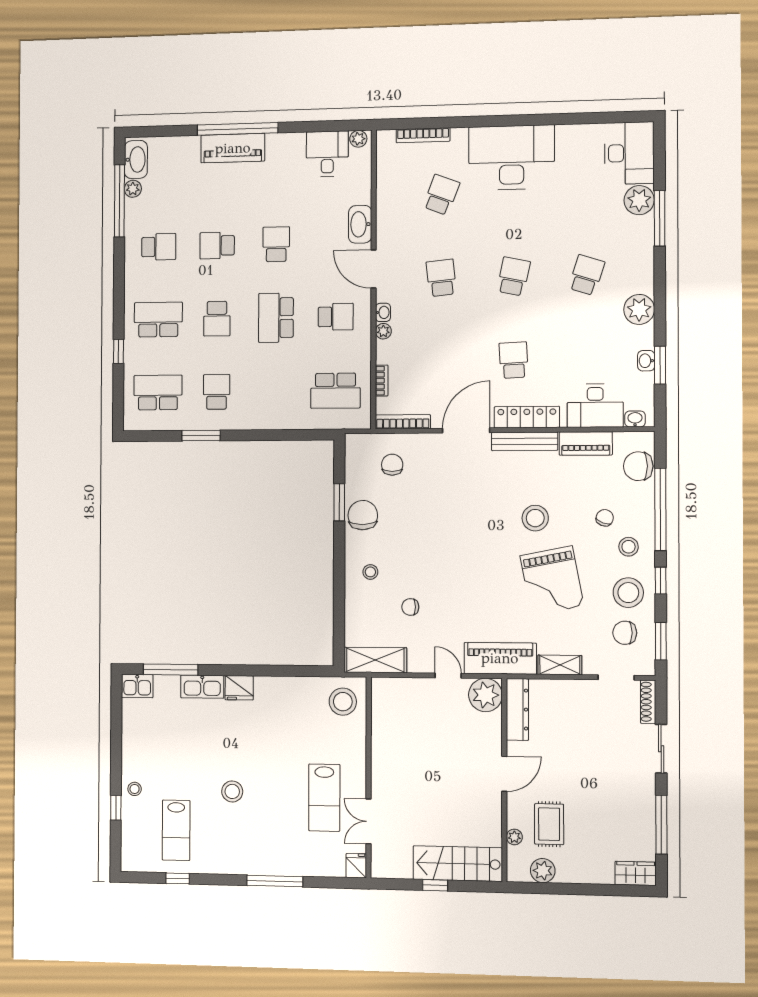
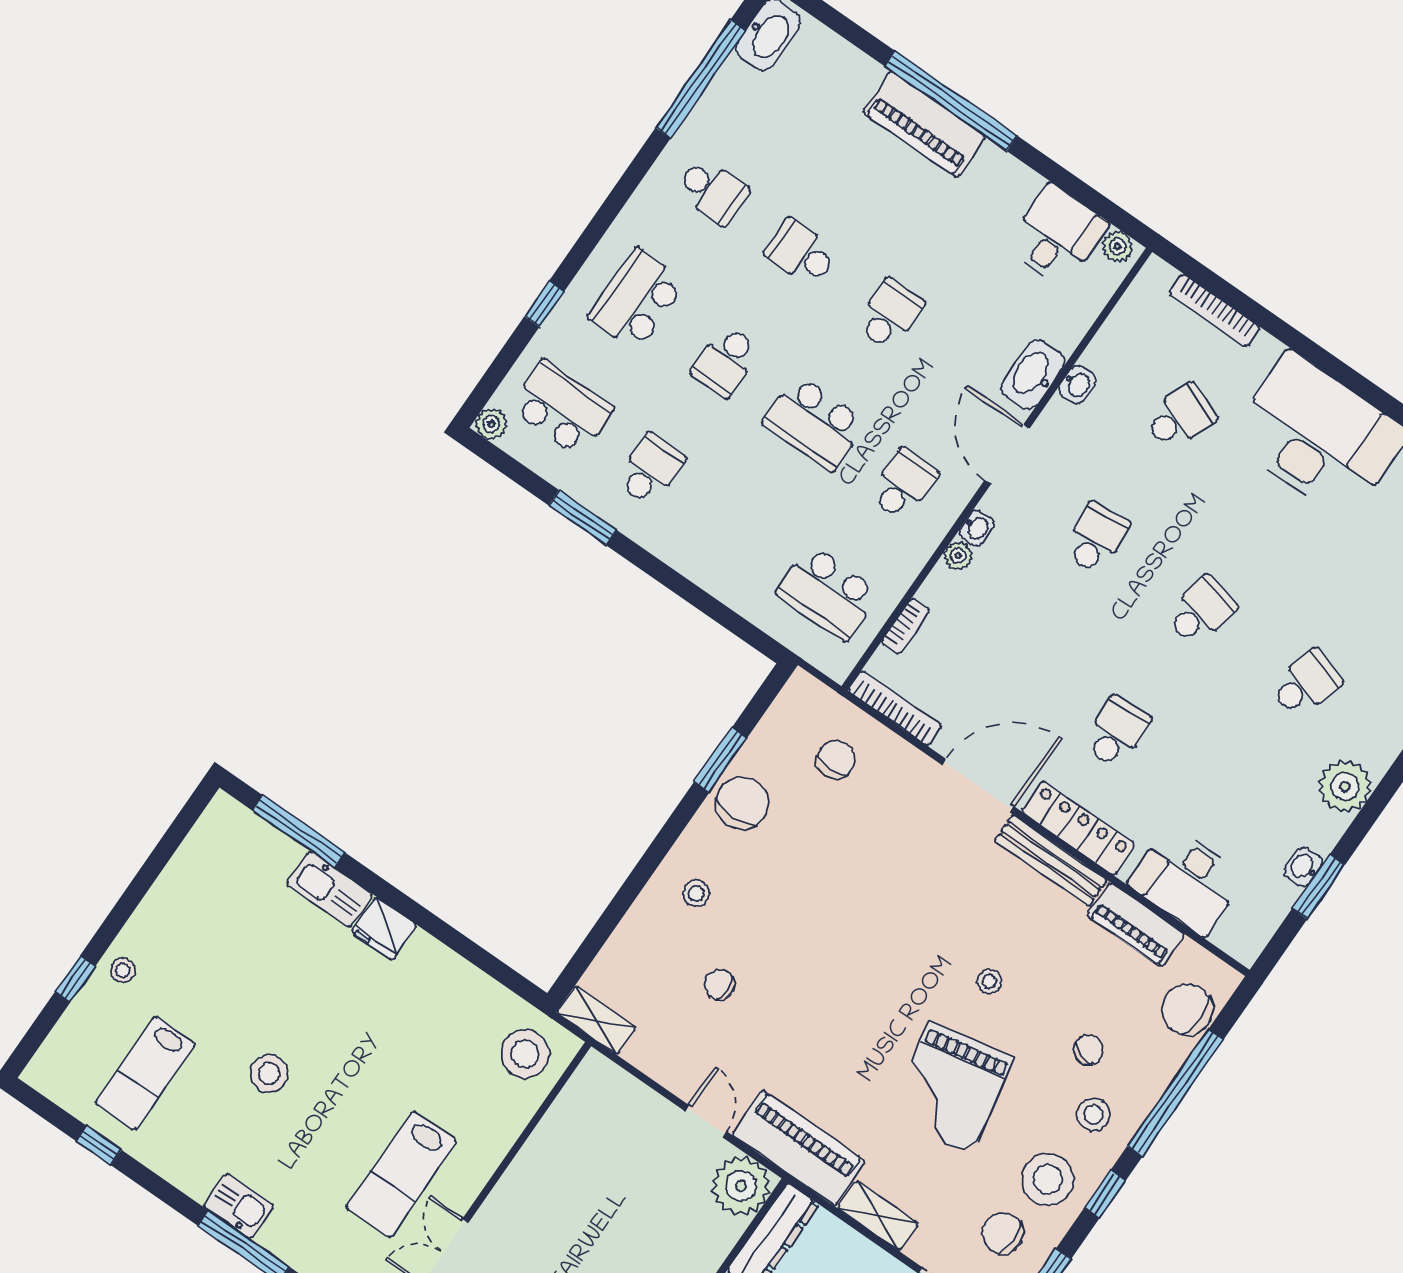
plant: (133, 189) -> (491, 424), moved
school desk: (336, 317) -> (903, 484), turned -90
school desk: (276, 318) -> (814, 423), turned -90
school desk: (158, 320) -> (637, 299), turned -90
washbasin: (635, 419) -> (1077, 384), moved, turned 90
stool: (535, 518) -> (989, 981), width x0.53, depth x0.53
shelving: (375, 660) -> (596, 1020), width x0.67, depth x0.75
kitchen sink: (137, 686) -> (239, 1206), moved, turned 180

